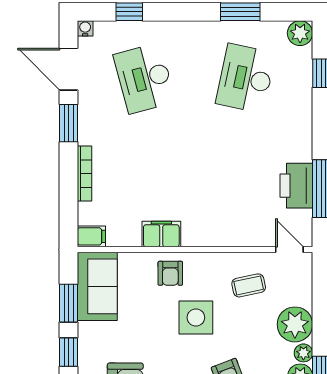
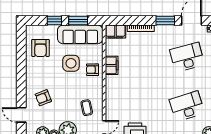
desk: (246, 78) -> (187, 106), turned -30
filing cabinet: (91, 236) -> (115, 32), width x2.00
sofa: (97, 286) -> (80, 34), width x1.36
side table: (196, 318) -> (71, 63), moved

